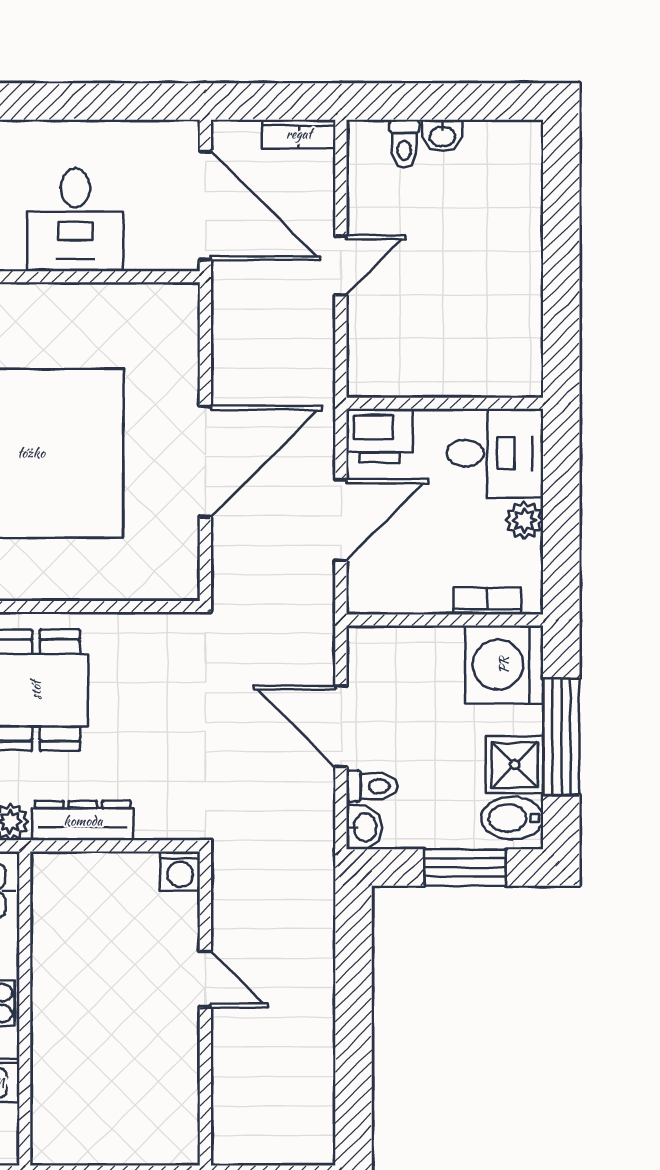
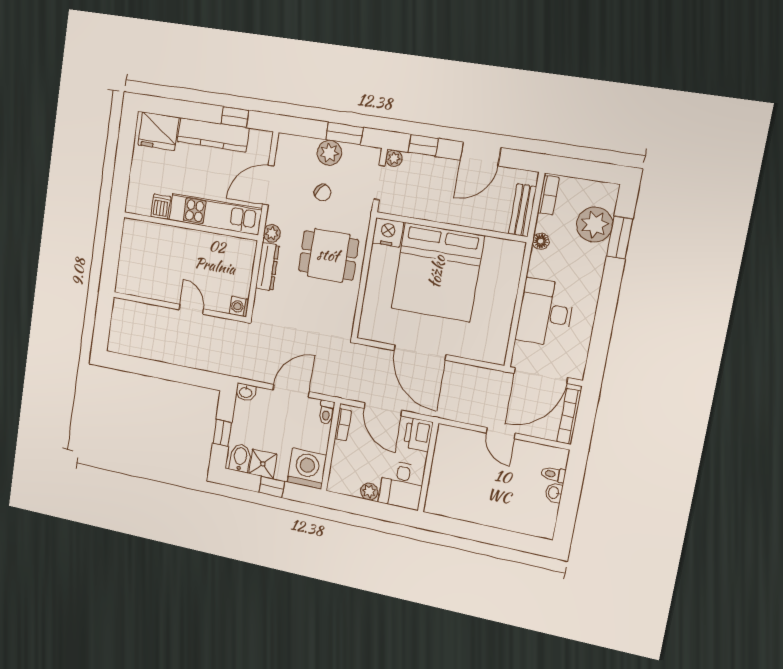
bookcase: (299, 134) -> (569, 416), width x1.56
desk: (75, 220) -> (545, 313), width x1.37
bookcase: (487, 601) -> (343, 425), moved
window: (561, 737) -> (272, 487), width x0.46
toilet: (372, 786) -> (326, 412), moved
window: (465, 868) -> (222, 433), width x0.67
door: (205, 979) -> (191, 309), swing flipped

